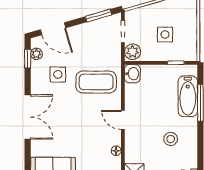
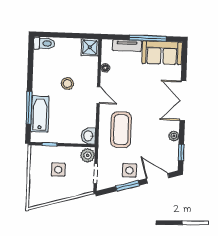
window: (99, 16) -> (127, 186), moved
plant: (36, 54) -> (174, 136), moved
side table: (58, 74) -> (129, 170), moved
coffee table: (96, 82) -> (121, 130), turned 90
stool: (171, 139) -> (67, 84), moved

